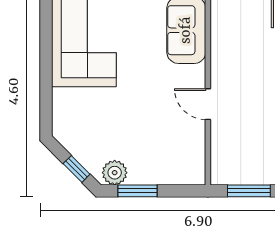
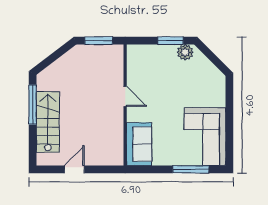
window: (77, 169) -> (210, 55), removed

